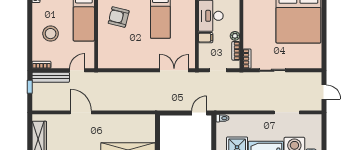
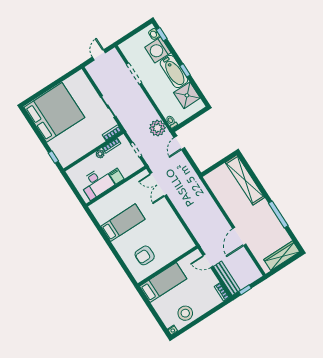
armchair: (119, 17) -> (145, 255), turned 76
stool: (51, 34) -> (185, 313), moved
plant: (225, 102) -> (157, 128), added
door: (199, 113) -> (179, 143), hinge flipped

